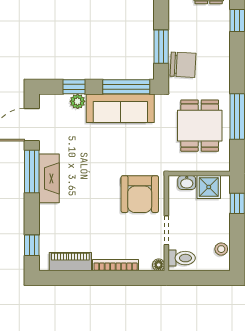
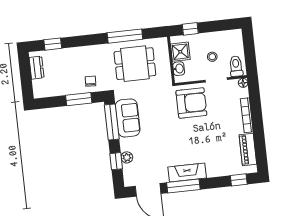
chair: (183, 65) -> (91, 81), width x0.54, depth x0.54
sofa: (120, 108) -> (128, 118), width x0.73
stool: (221, 249) -> (212, 57), moved

